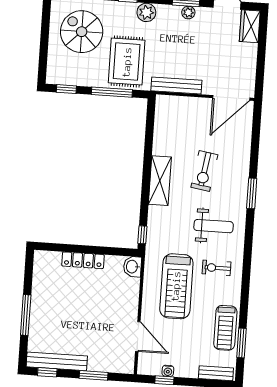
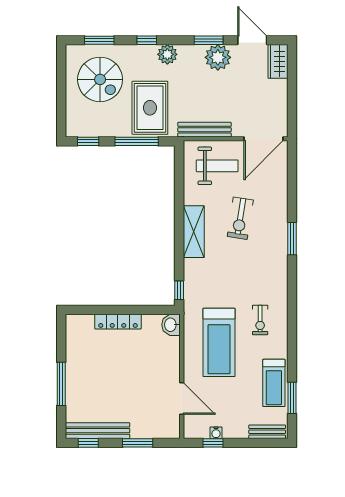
plant: (188, 12) -> (218, 57), width x1.88, depth x1.88
spiral stairs: (82, 32) -> (100, 79), turned 180
weight bench: (214, 226) -> (217, 166), moved
exercise bike: (216, 268) -> (260, 320), turned -90

